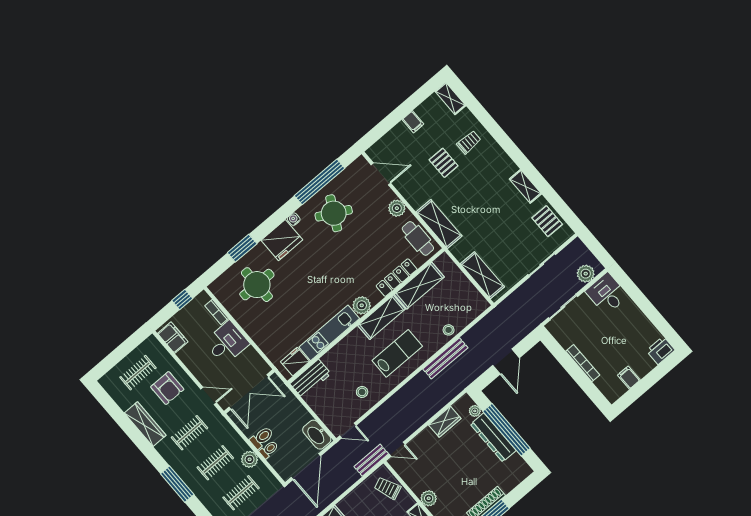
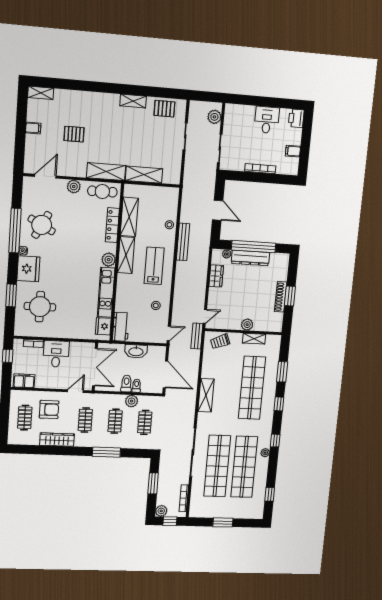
trolley: (469, 142) -> (76, 108), removed
window: (319, 182) -> (15, 231), moved
shelving: (482, 275) -> (144, 175), moved
desk: (607, 294) -> (267, 120), moved, turned 90
washbasin: (317, 435) -> (136, 351), moved

